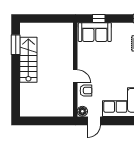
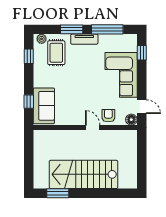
stairs: (28, 60) -> (83, 174), width x1.36, depth x1.51
door: (75, 76) -> (93, 127), hinge flipped

